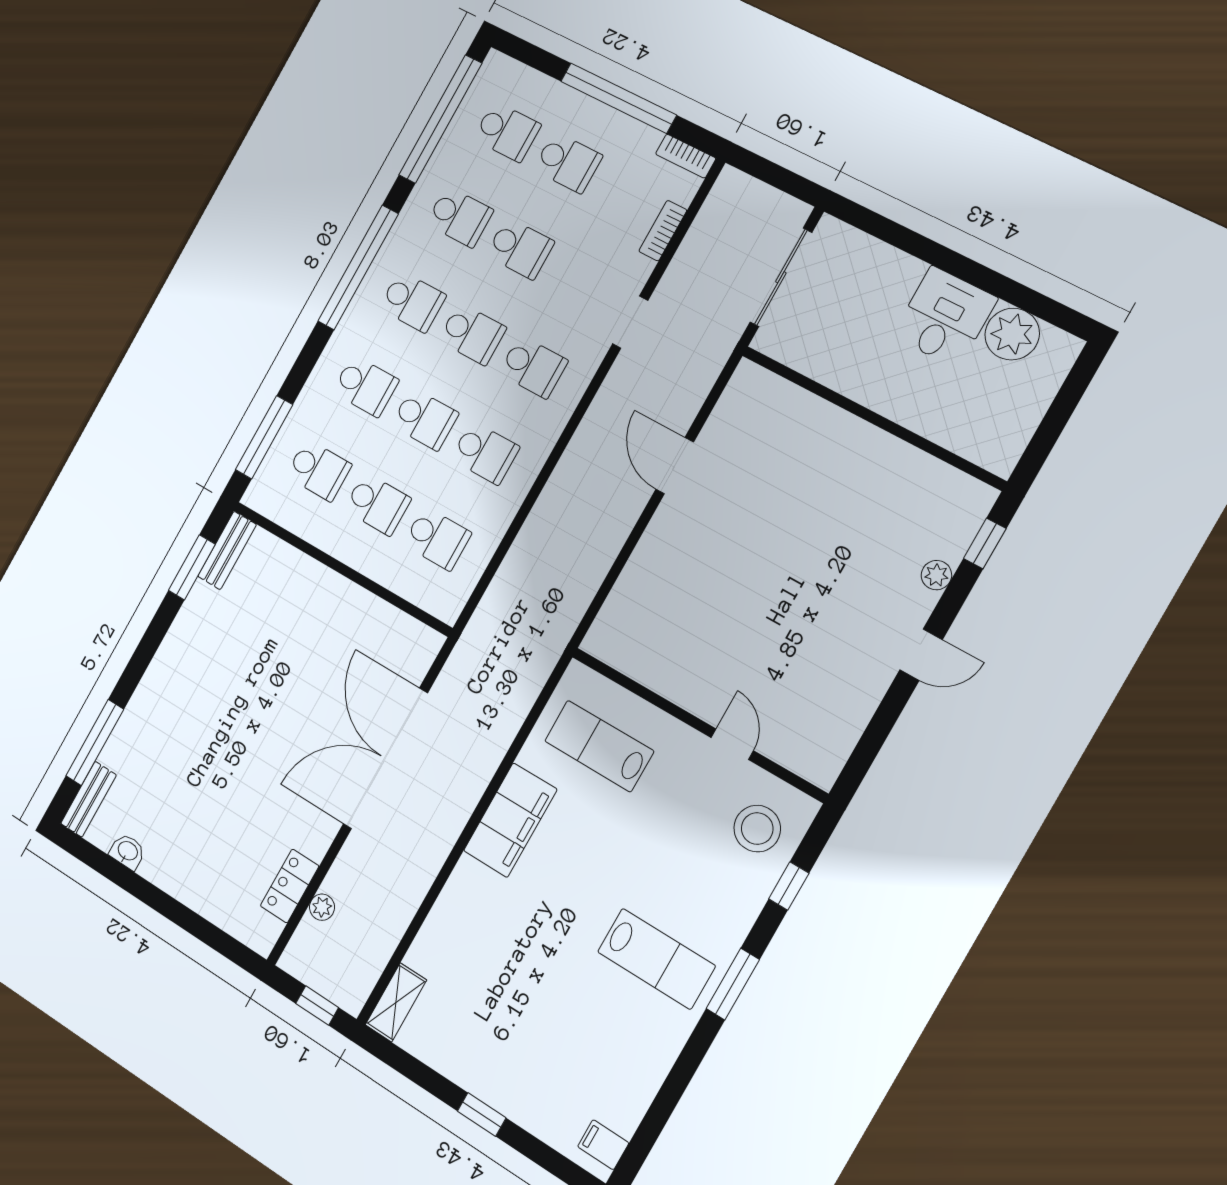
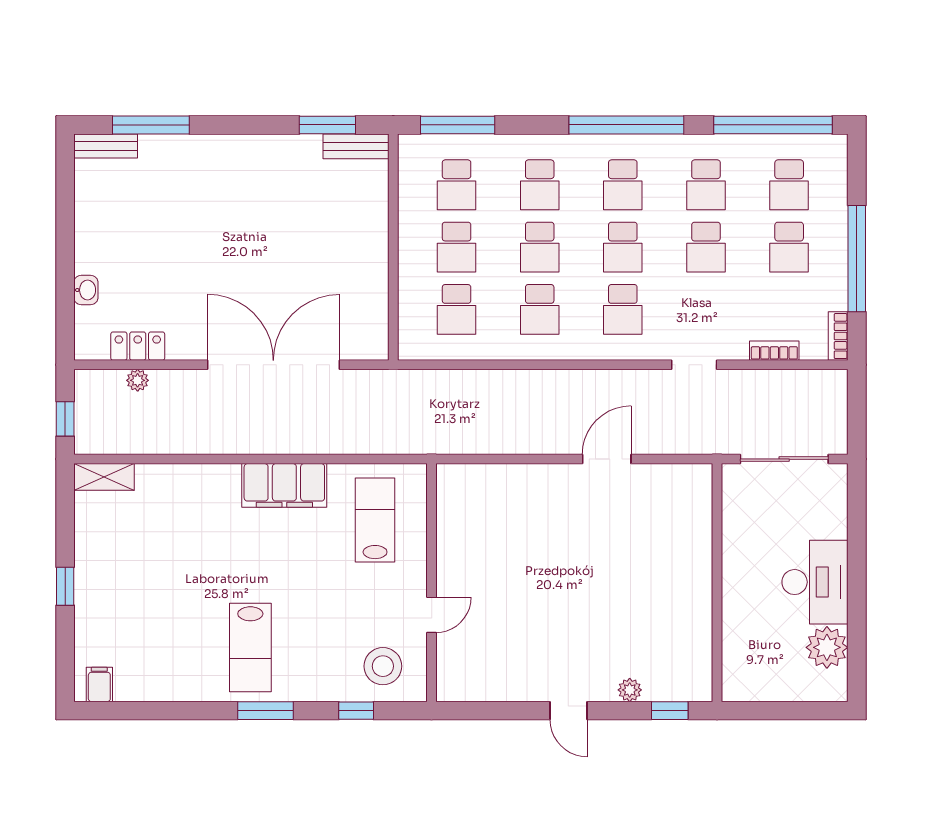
desk: (945, 317) -> (815, 582), width x1.37
washbasin: (127, 851) -> (86, 290), moved

